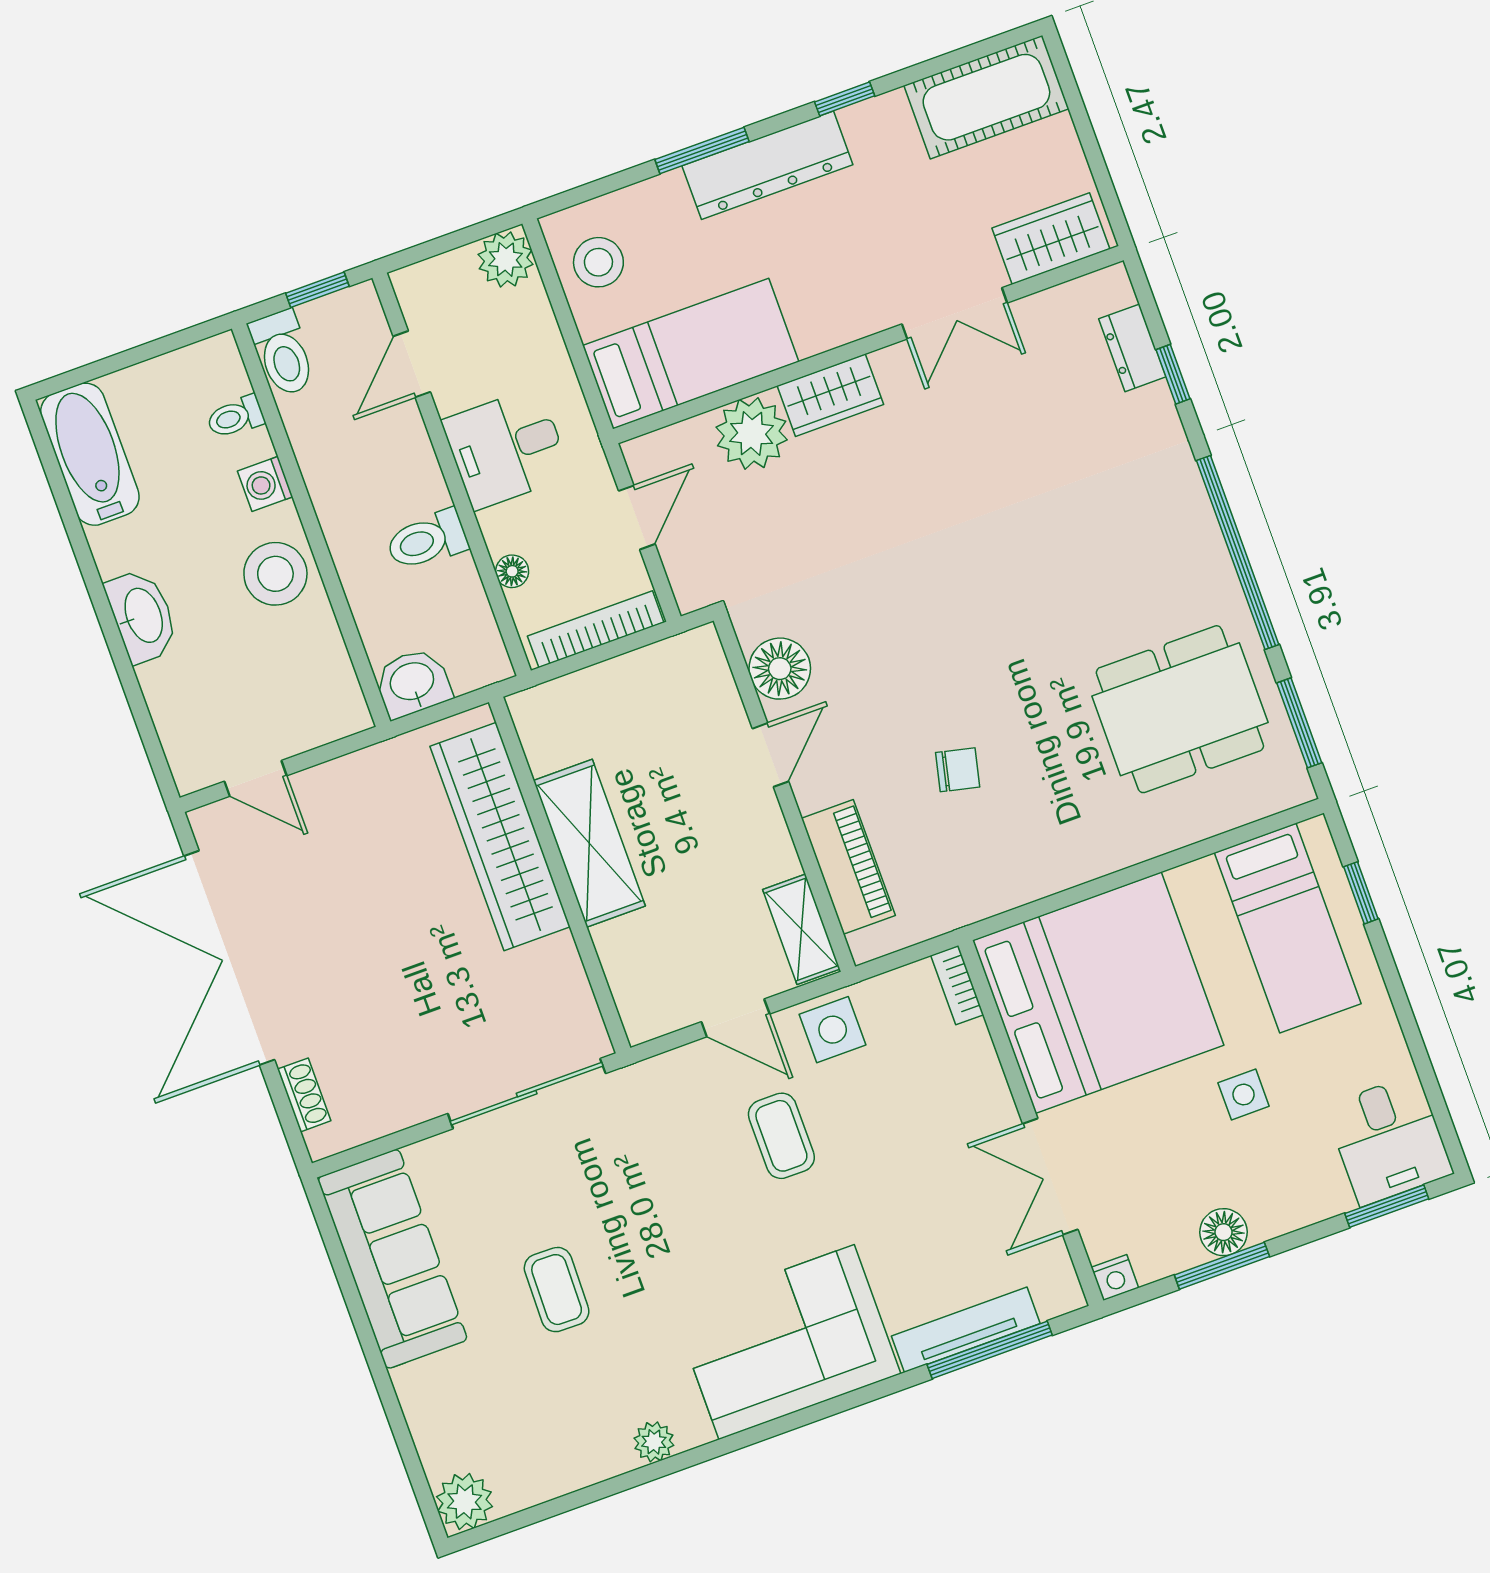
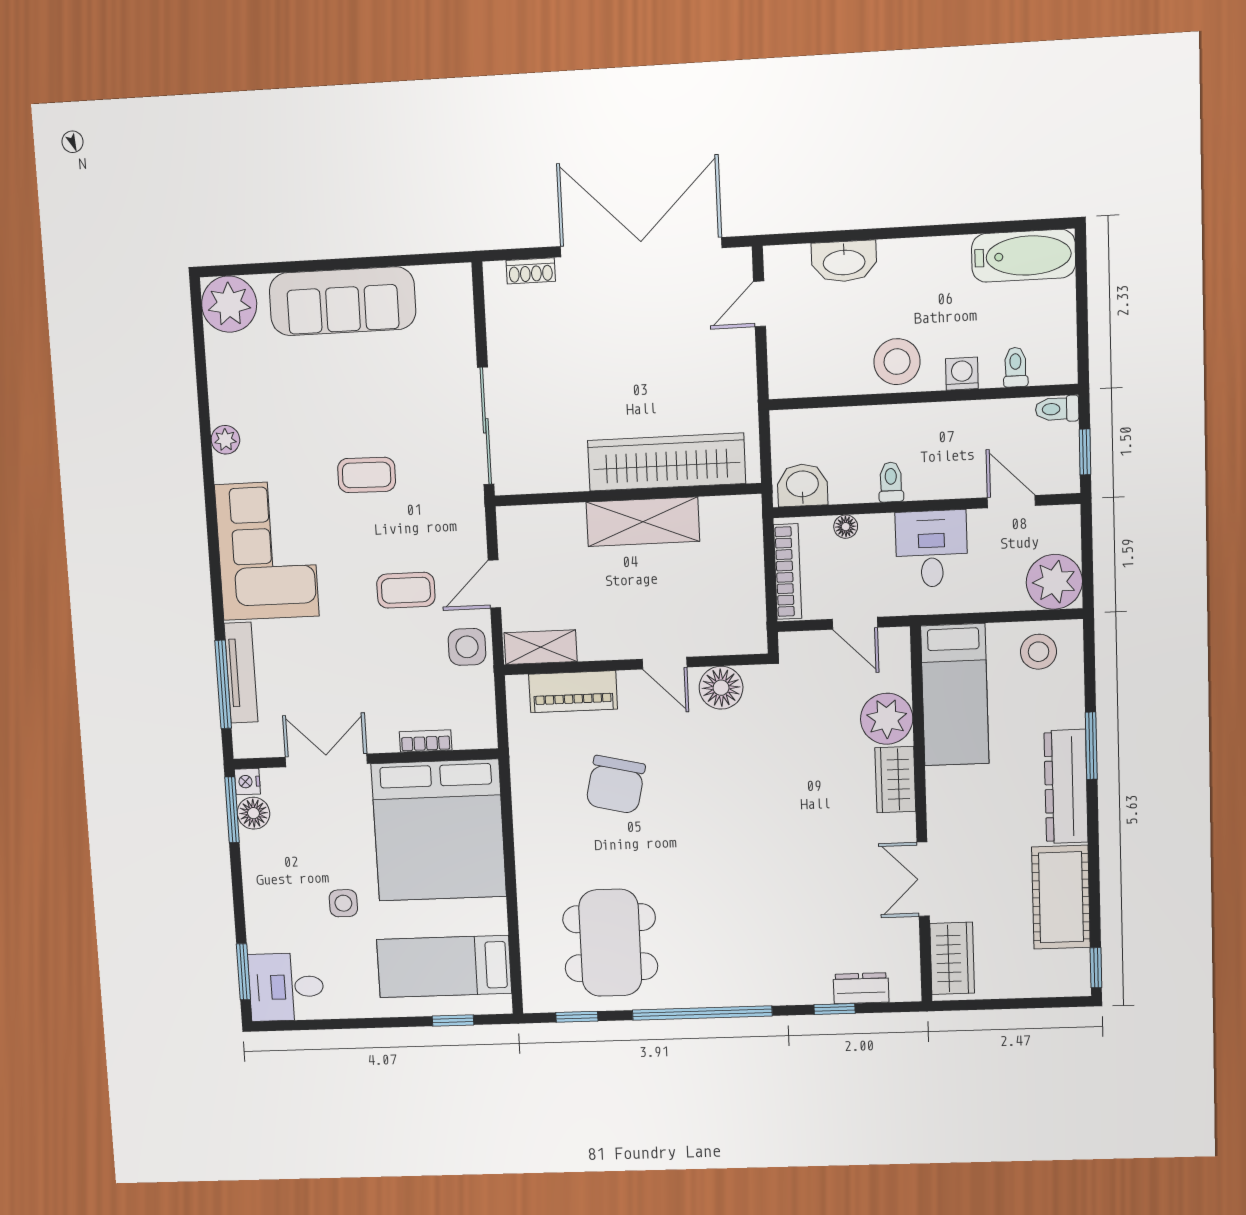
cot: (986, 97) -> (1061, 897), moved
window: (845, 99) -> (1096, 968), moved
plant: (506, 259) -> (1054, 582), width x1.36, depth x1.36
toilet: (283, 353) -> (1057, 409), width x0.73, depth x0.72
toilet: (427, 540) -> (891, 482), width x0.73, depth x0.72
washbasin: (142, 616) -> (844, 261), moved
washbasin: (413, 683) -> (802, 485), moved, turned -90
window: (1299, 723) -> (577, 1017), width x0.67
chair: (958, 770) -> (616, 785), width x1.87, depth x1.87
bookcase: (957, 985) -> (426, 741), moved
floor lamp: (1223, 1232) -> (253, 813), moved
sofa: (392, 1259) -> (342, 301), moved
window: (1222, 1266) -> (232, 810), moved
coffee table: (557, 1290) -> (367, 475), moved
plant: (464, 1502) -> (229, 304), width x1.36, depth x1.36

